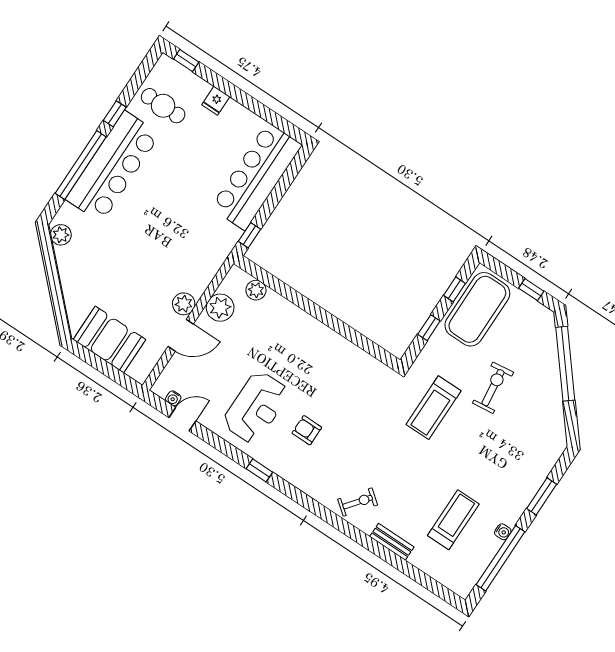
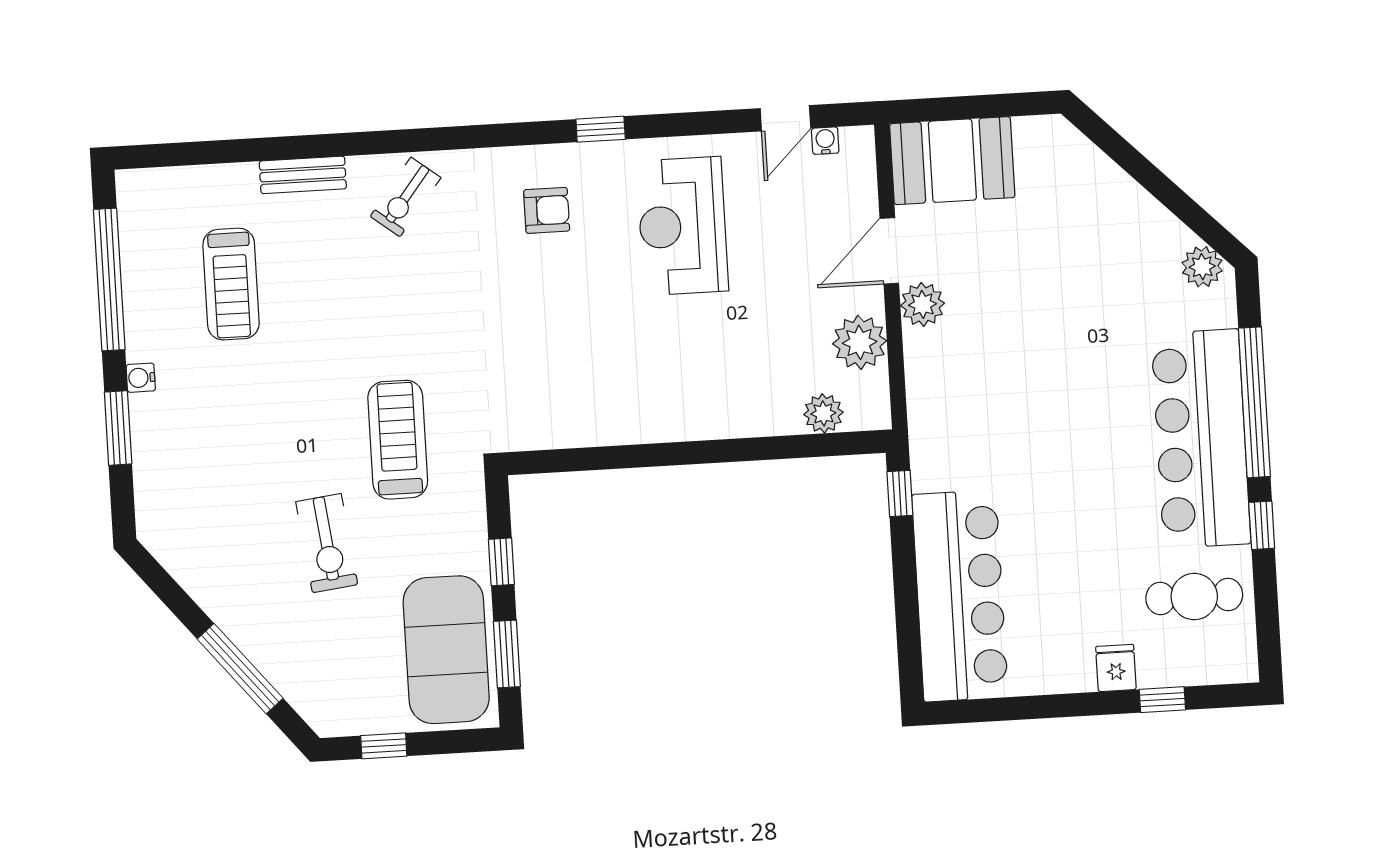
window: (186, 60) -> (1162, 700), moved
window: (454, 289) -> (507, 654), width x1.50
booth: (109, 340) -> (952, 161), moved
window: (565, 364) -> (240, 669), width x0.68
armchair: (307, 430) -> (547, 210), moved
water cooler: (503, 532) -> (141, 378), moved

